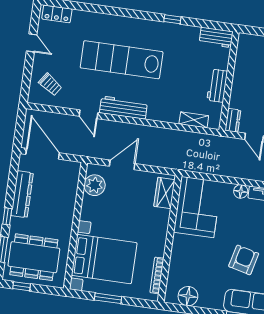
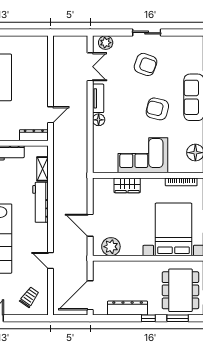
workbench: (123, 108) -> (40, 202), moved
door: (89, 114) -> (50, 260), swing flipped
dresser: (233, 120) -> (34, 135), width x1.44
wardrobe: (164, 193) -> (127, 185), moved
corner sofa: (197, 207) -> (143, 155), moved

